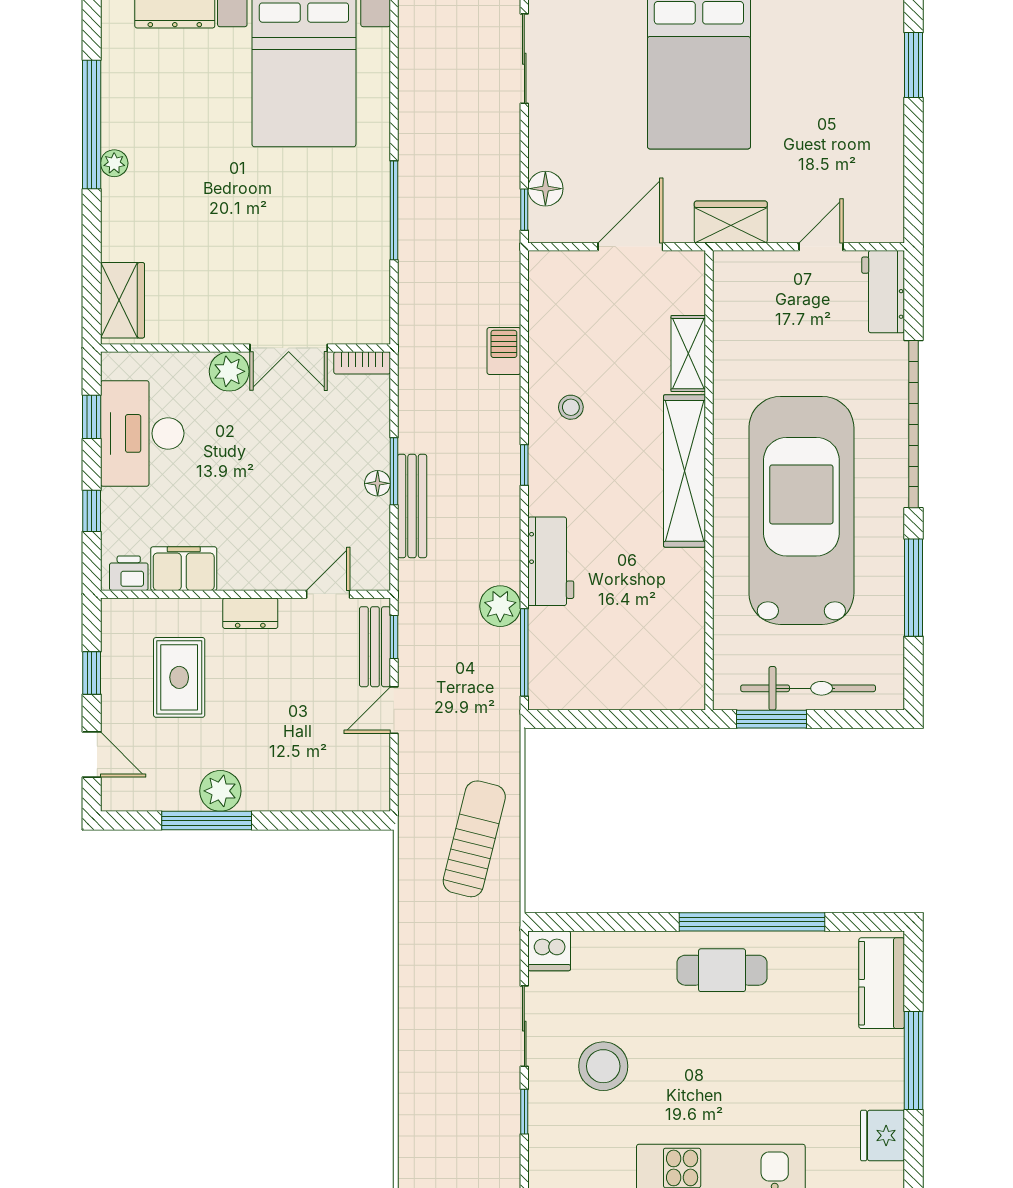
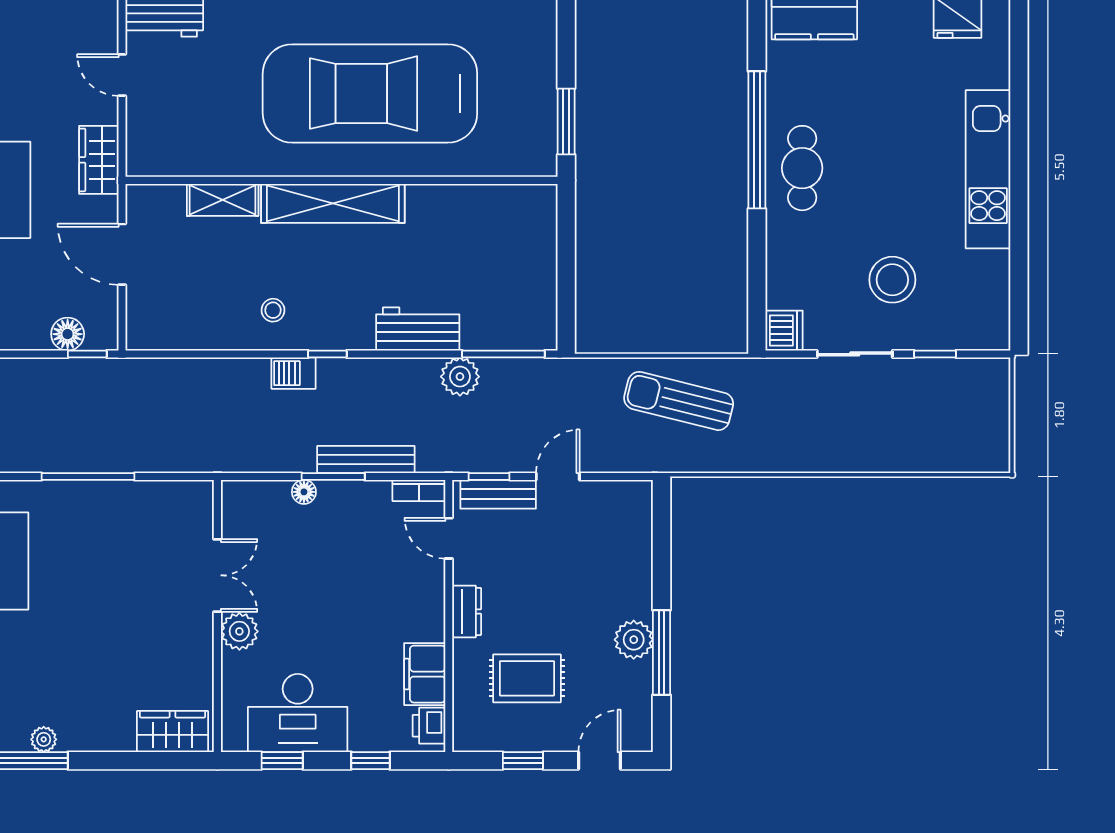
barbecue: (504, 351) -> (294, 373), moved
bookcase: (362, 363) -> (419, 490), moved, turned 90
floor lamp: (378, 483) -> (304, 492), moved
bicycle: (808, 688) -> (537, 87), removed
door: (394, 710) -> (558, 476), swing flipped

